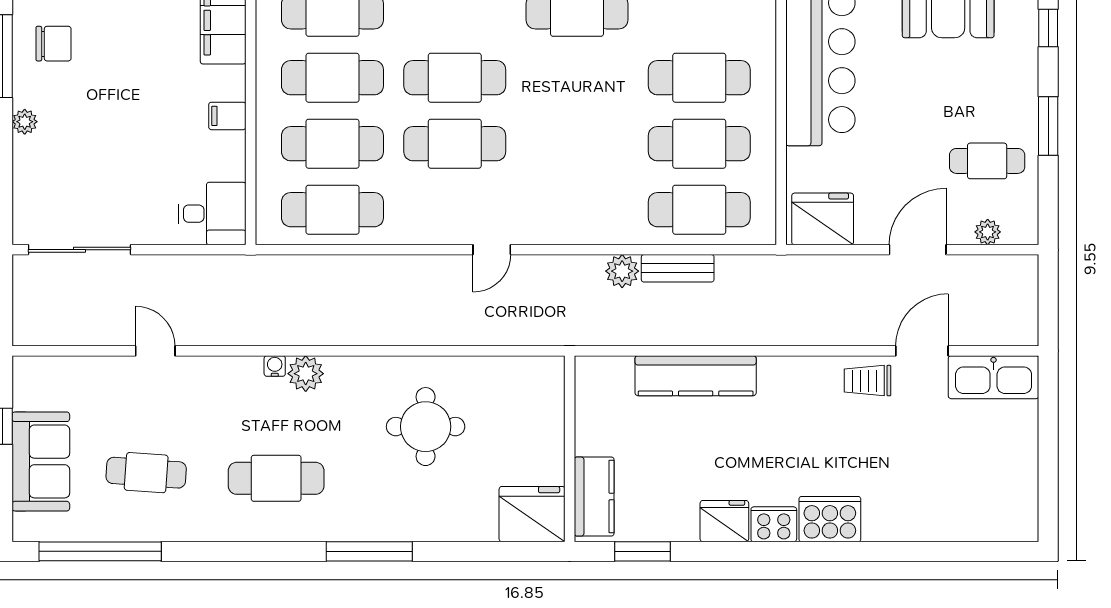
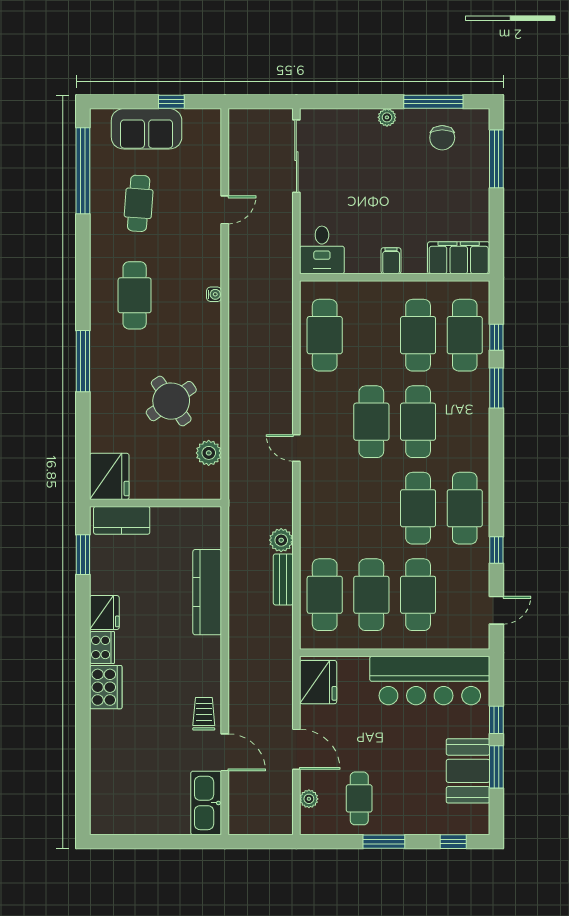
cafe table: (332, 144) -> (418, 508), moved
plant: (306, 374) -> (209, 453), moved
round table: (426, 427) -> (171, 401), turned -35

